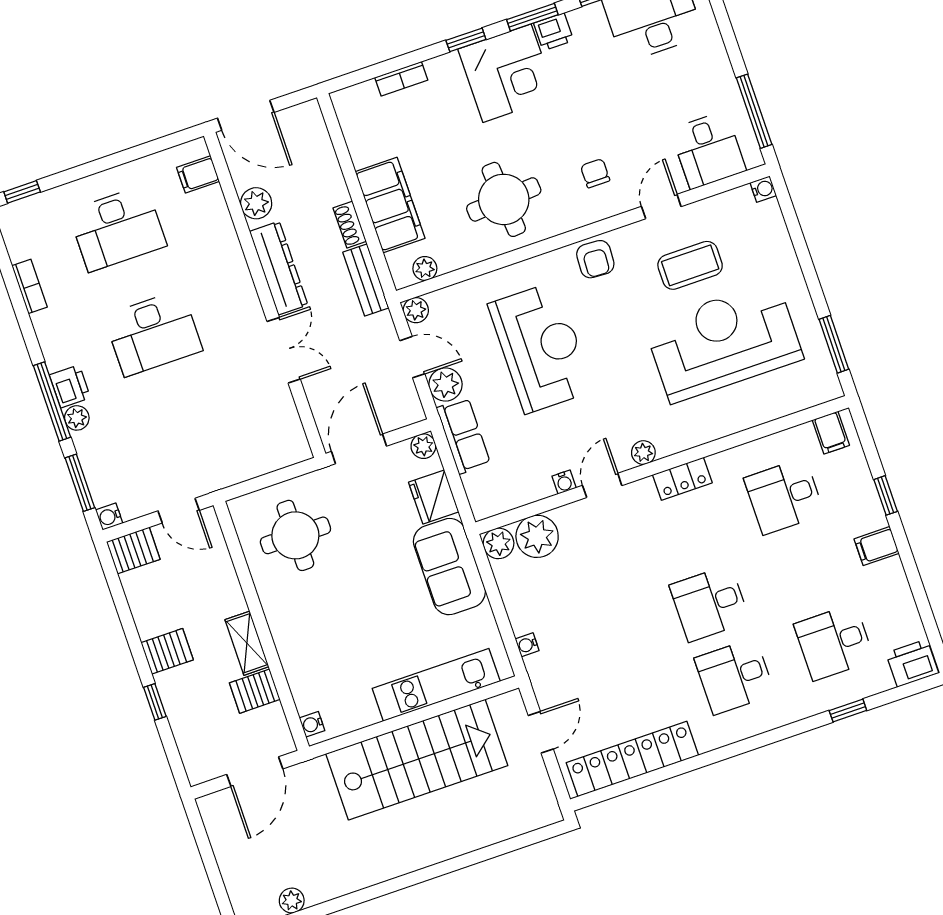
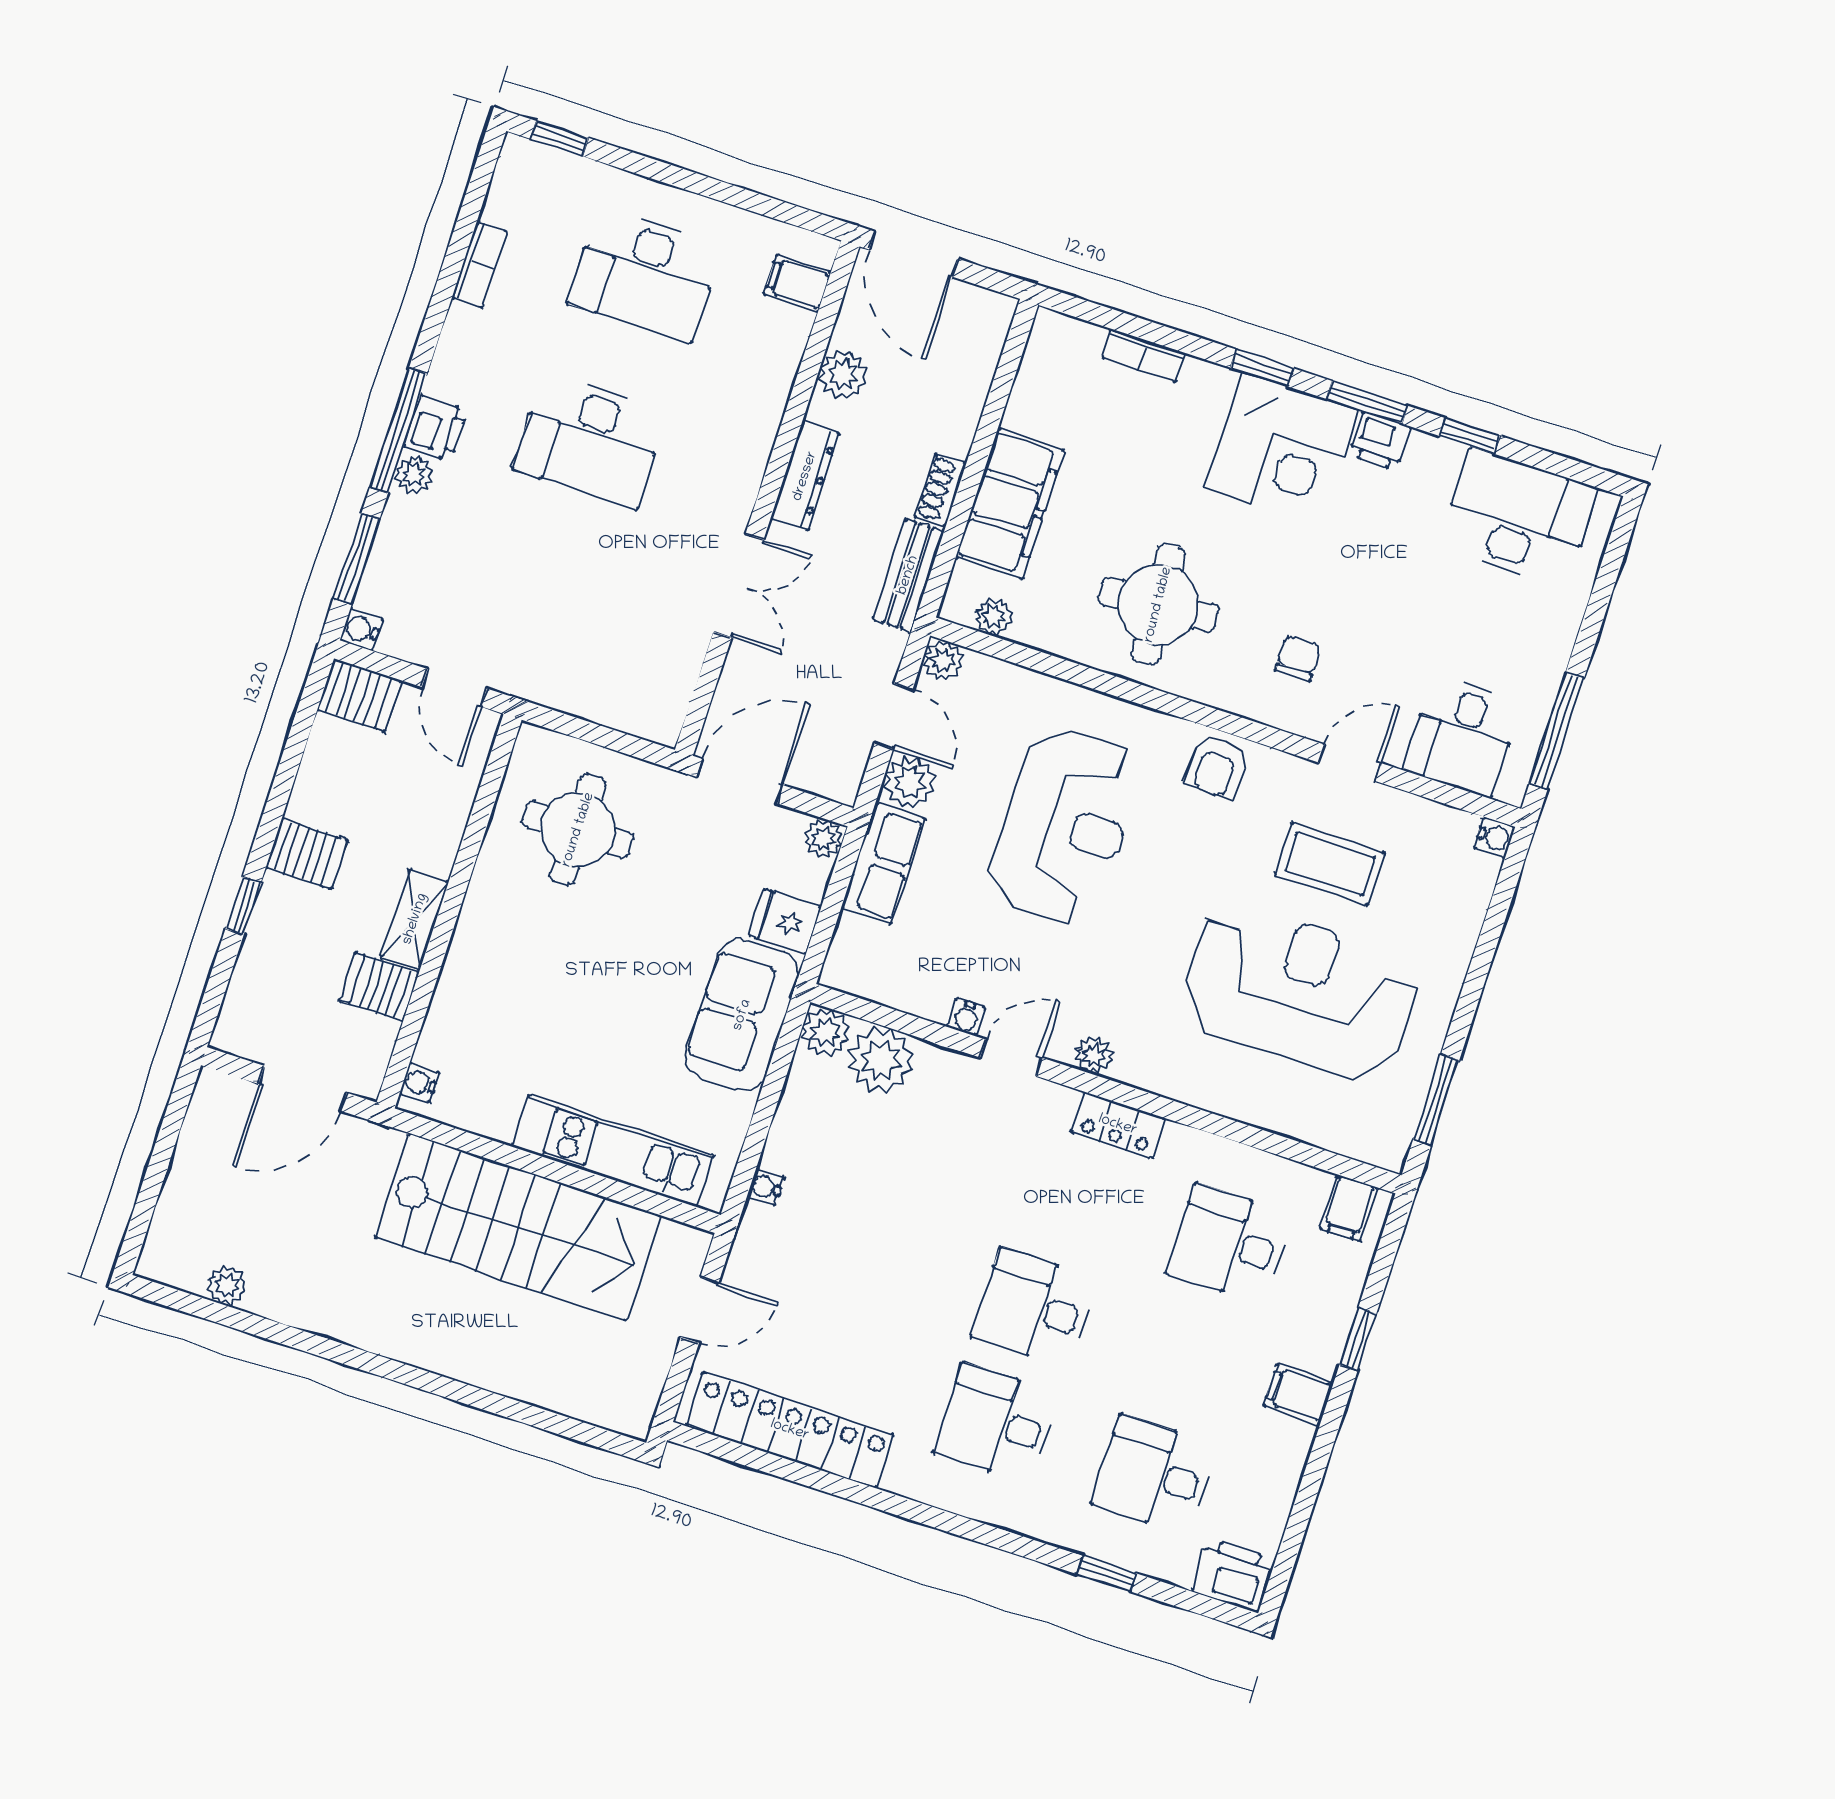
dresser: (279, 268) -> (805, 476), width x0.73, depth x0.80
fridge: (434, 497) -> (785, 922), width x0.72

